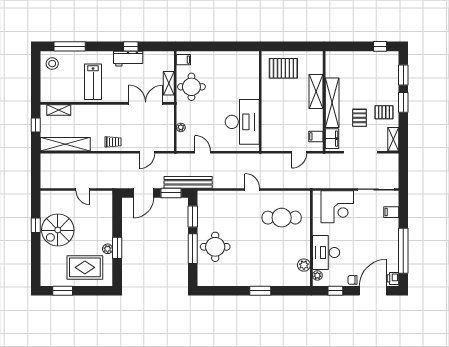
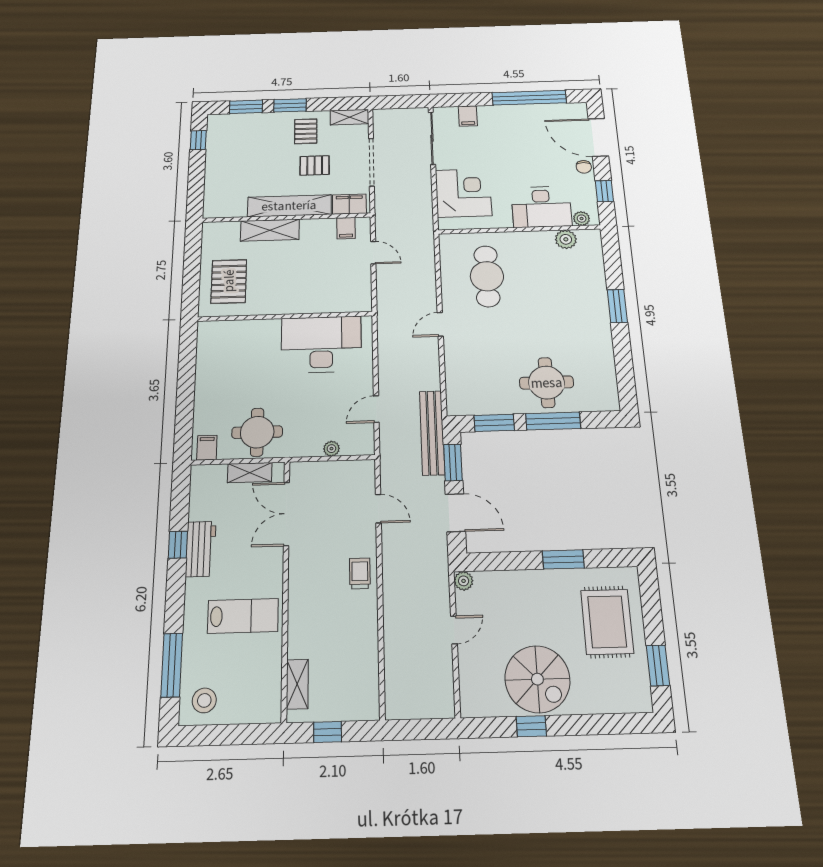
shelving: (65, 144) -> (366, 669), removed
plant: (108, 249) -> (464, 581), moved
printer: (393, 278) -> (575, 110), removed

